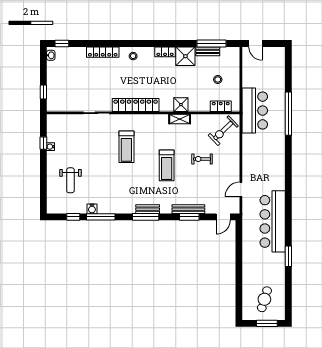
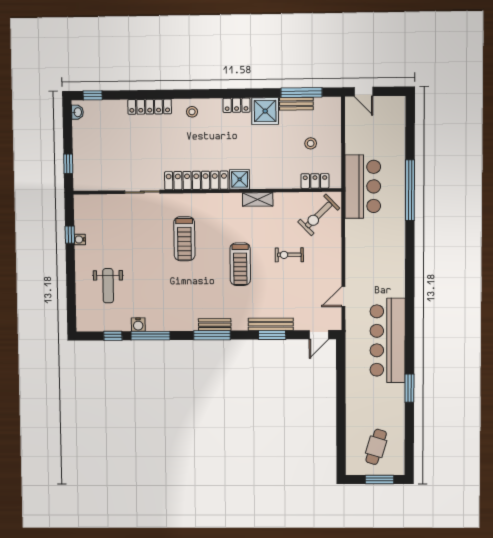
shower: (181, 105) -> (240, 179), moved

